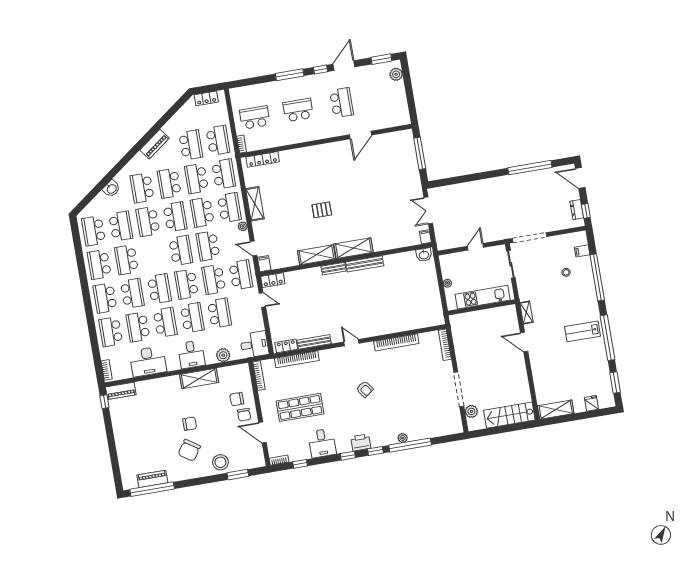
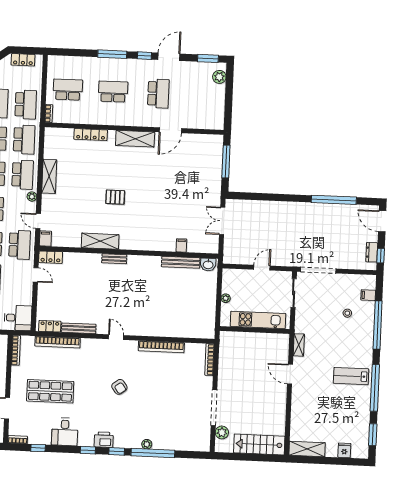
locker: (263, 159) -> (91, 135), moved
filing cabinet: (425, 237) -> (181, 245), moved
shelving: (354, 248) -> (135, 139), moved
bench: (365, 264) -> (181, 262), moved

